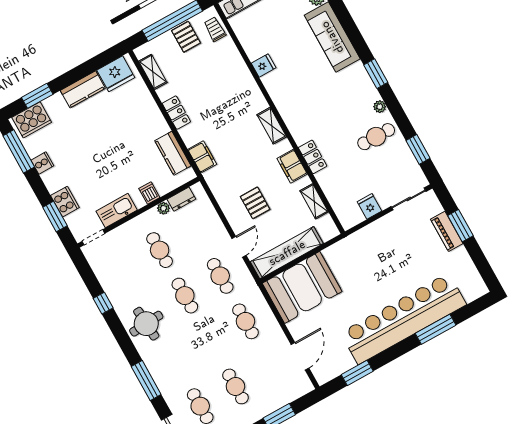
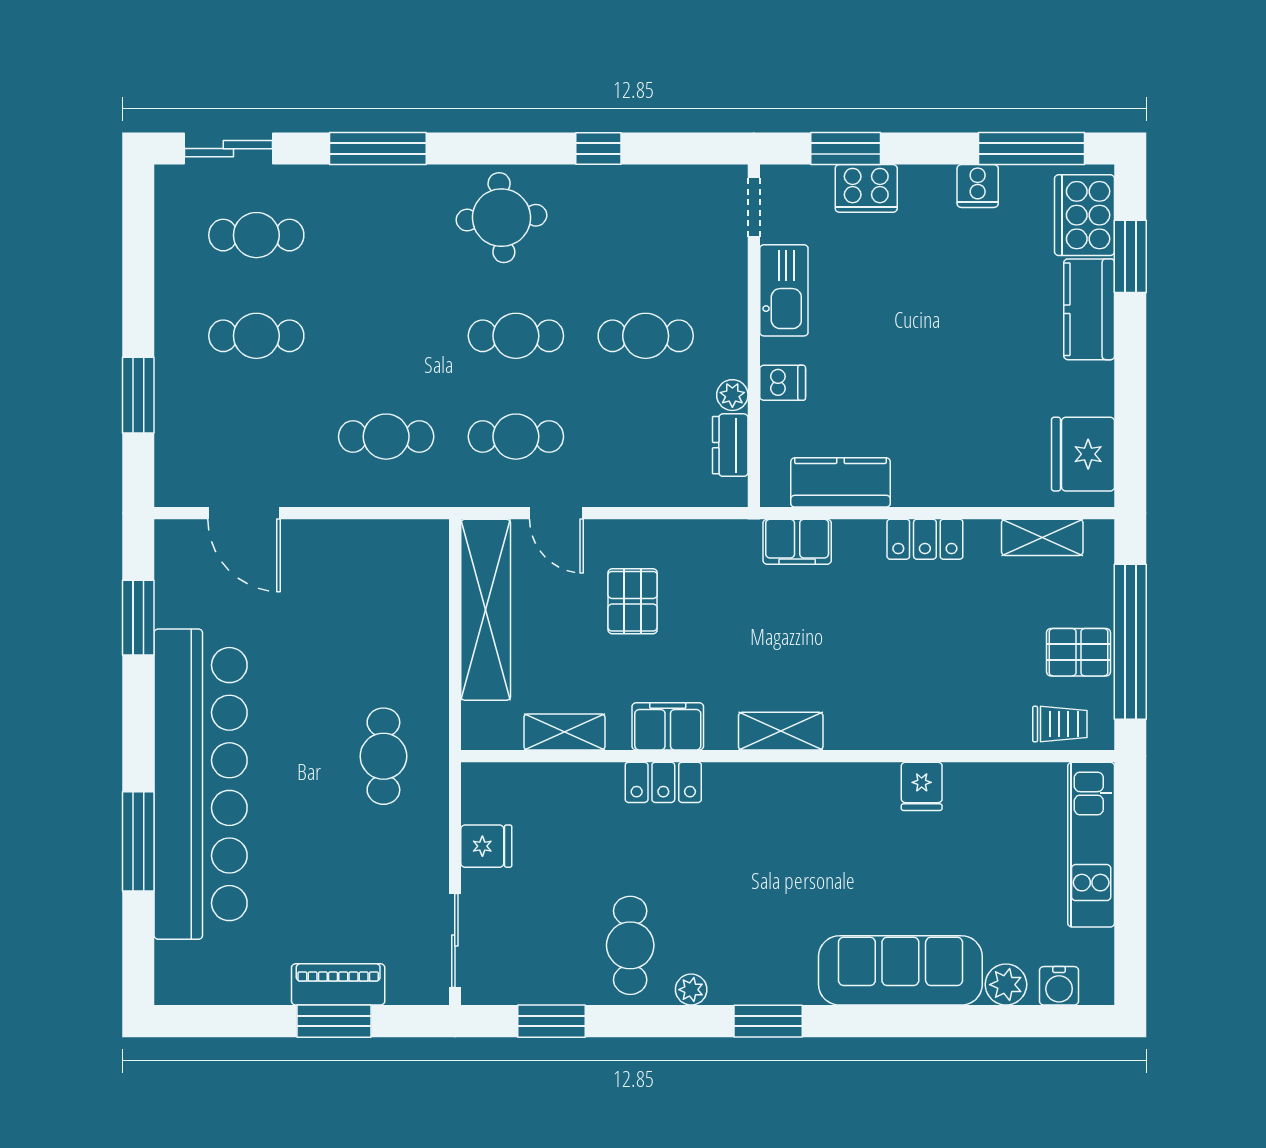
kitchen counter: (83, 89) -> (1089, 309), moved
pallet: (255, 203) -> (633, 601), turned 90
cafe table: (358, 260) -> (383, 756), added
booth: (302, 287) -> (391, 601), removed

